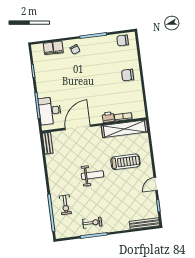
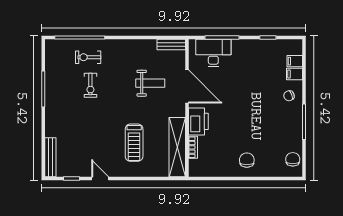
printer: (108, 117) -> (198, 121), width x1.87, depth x1.48
weight bench: (92, 175) -> (150, 83), moved, turned -90
exercise bike: (92, 223) -> (90, 85), moved

